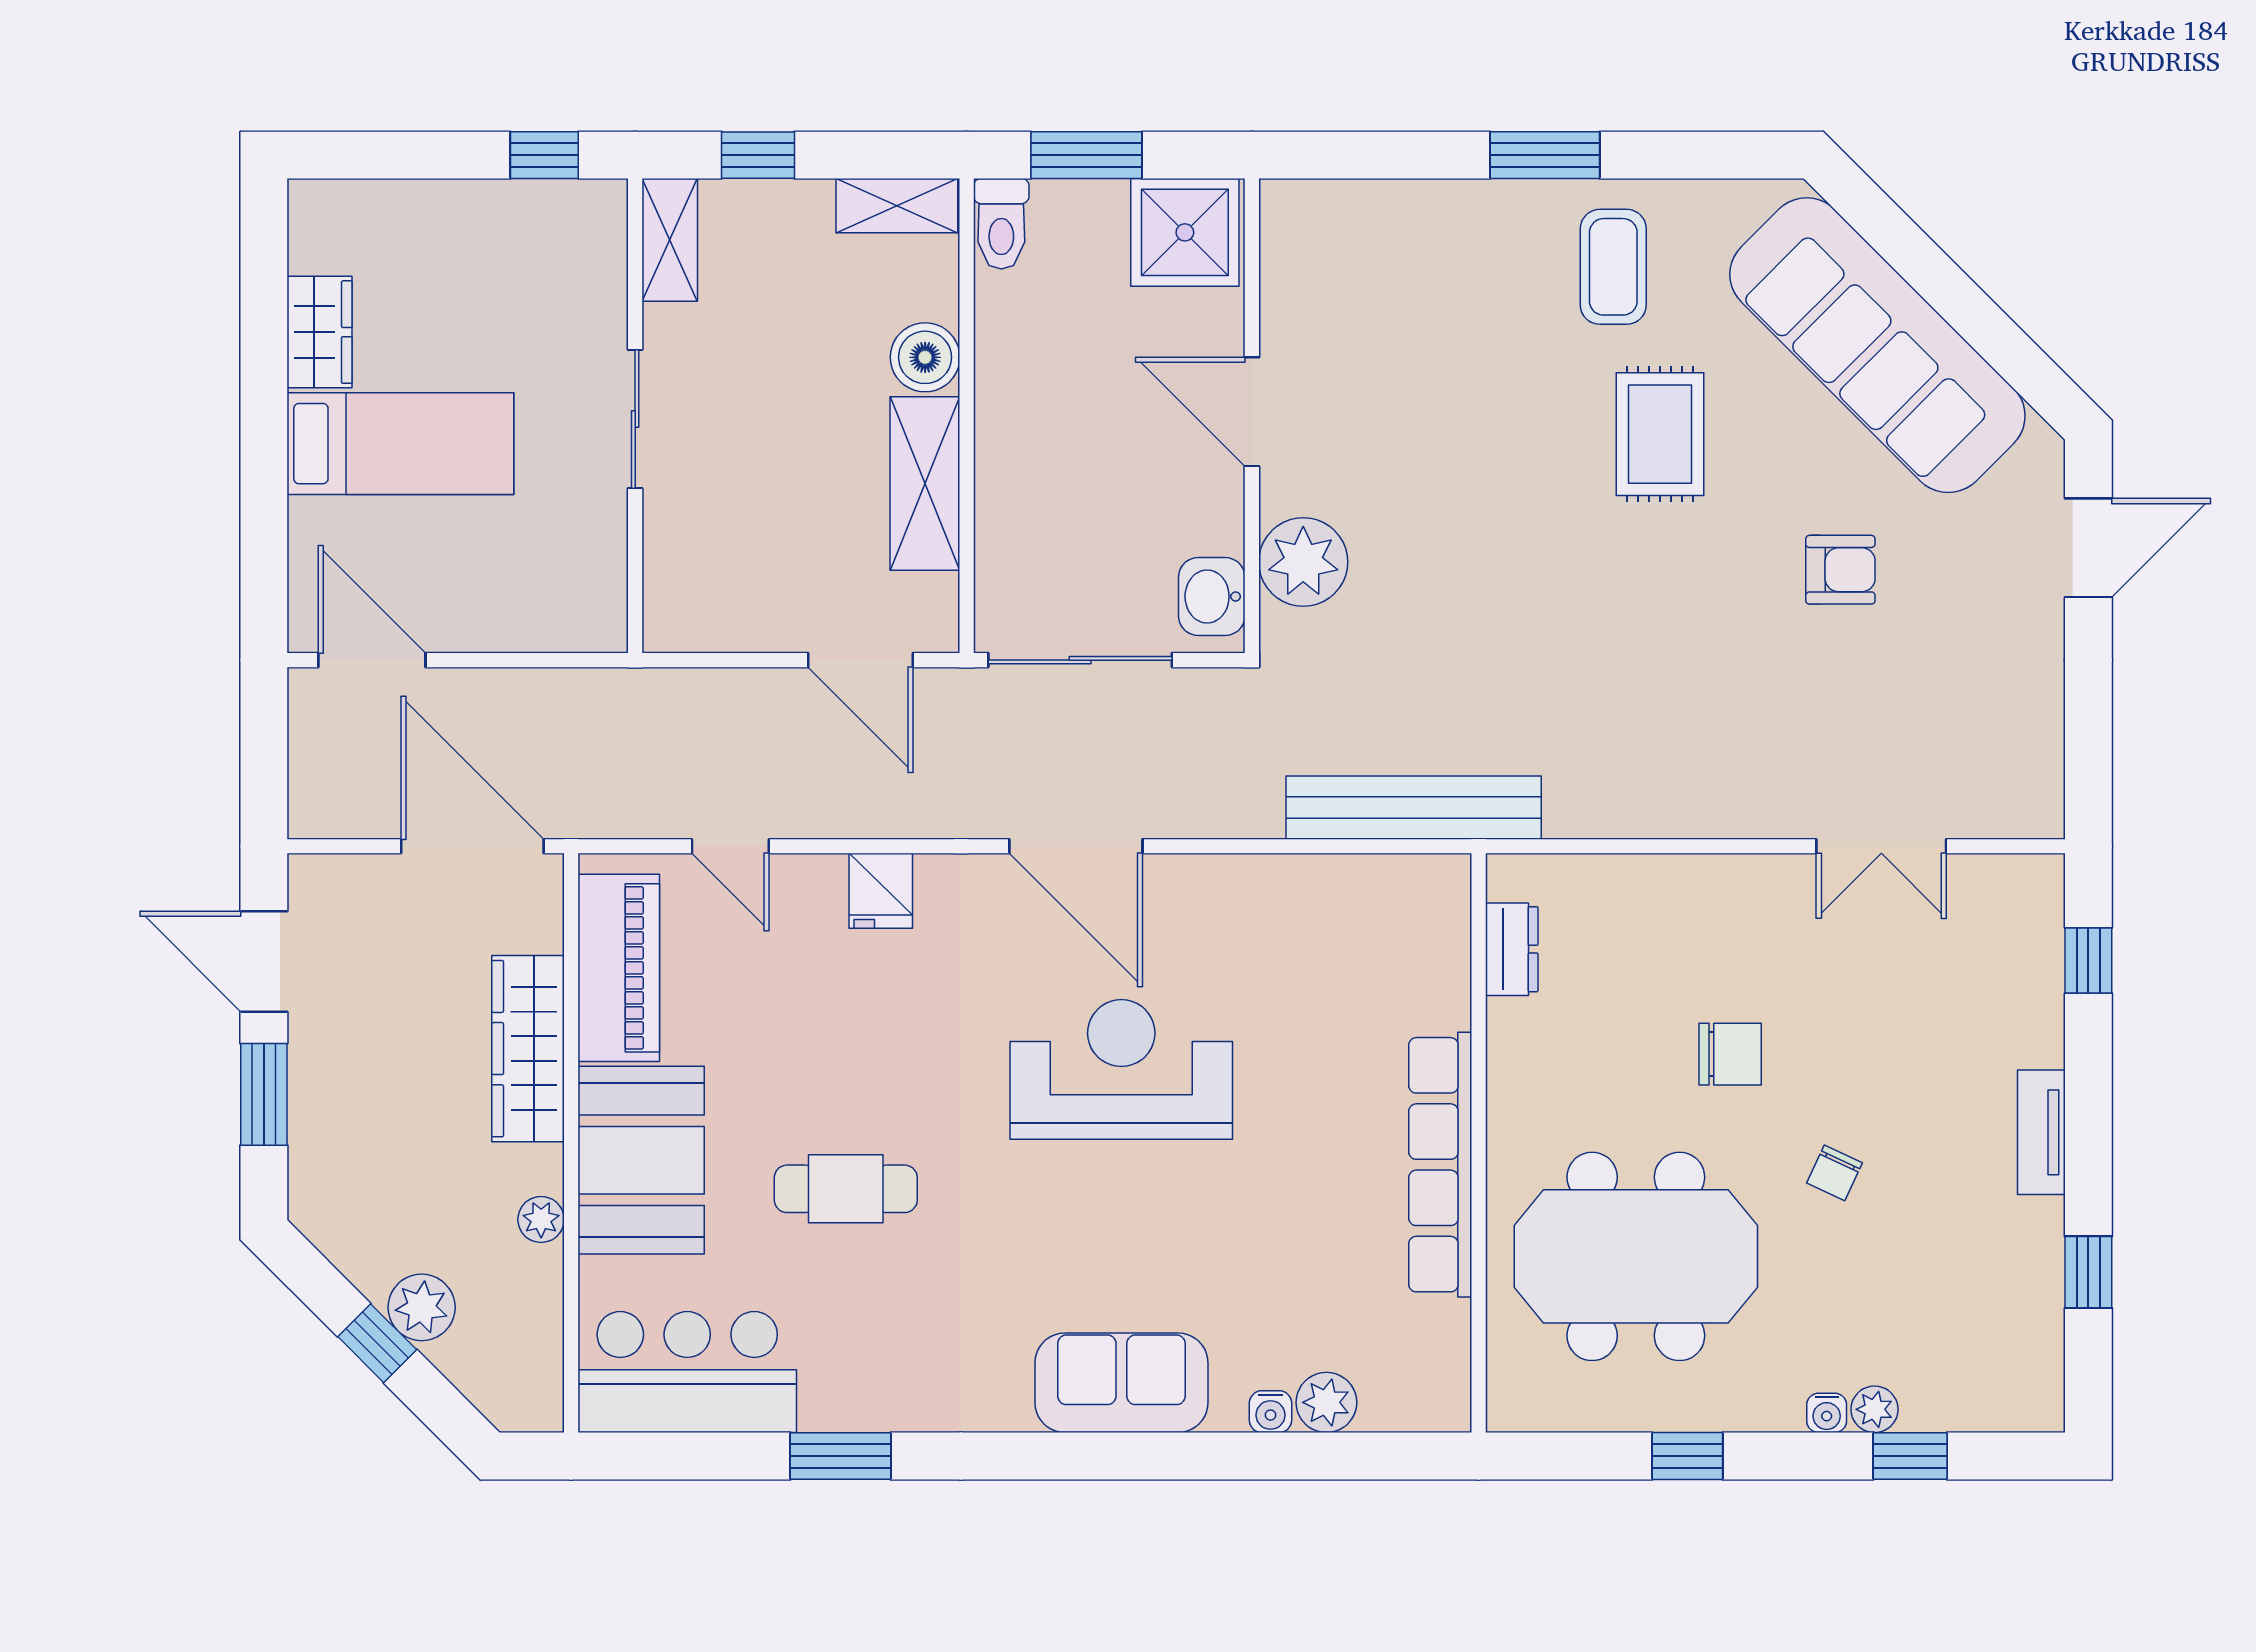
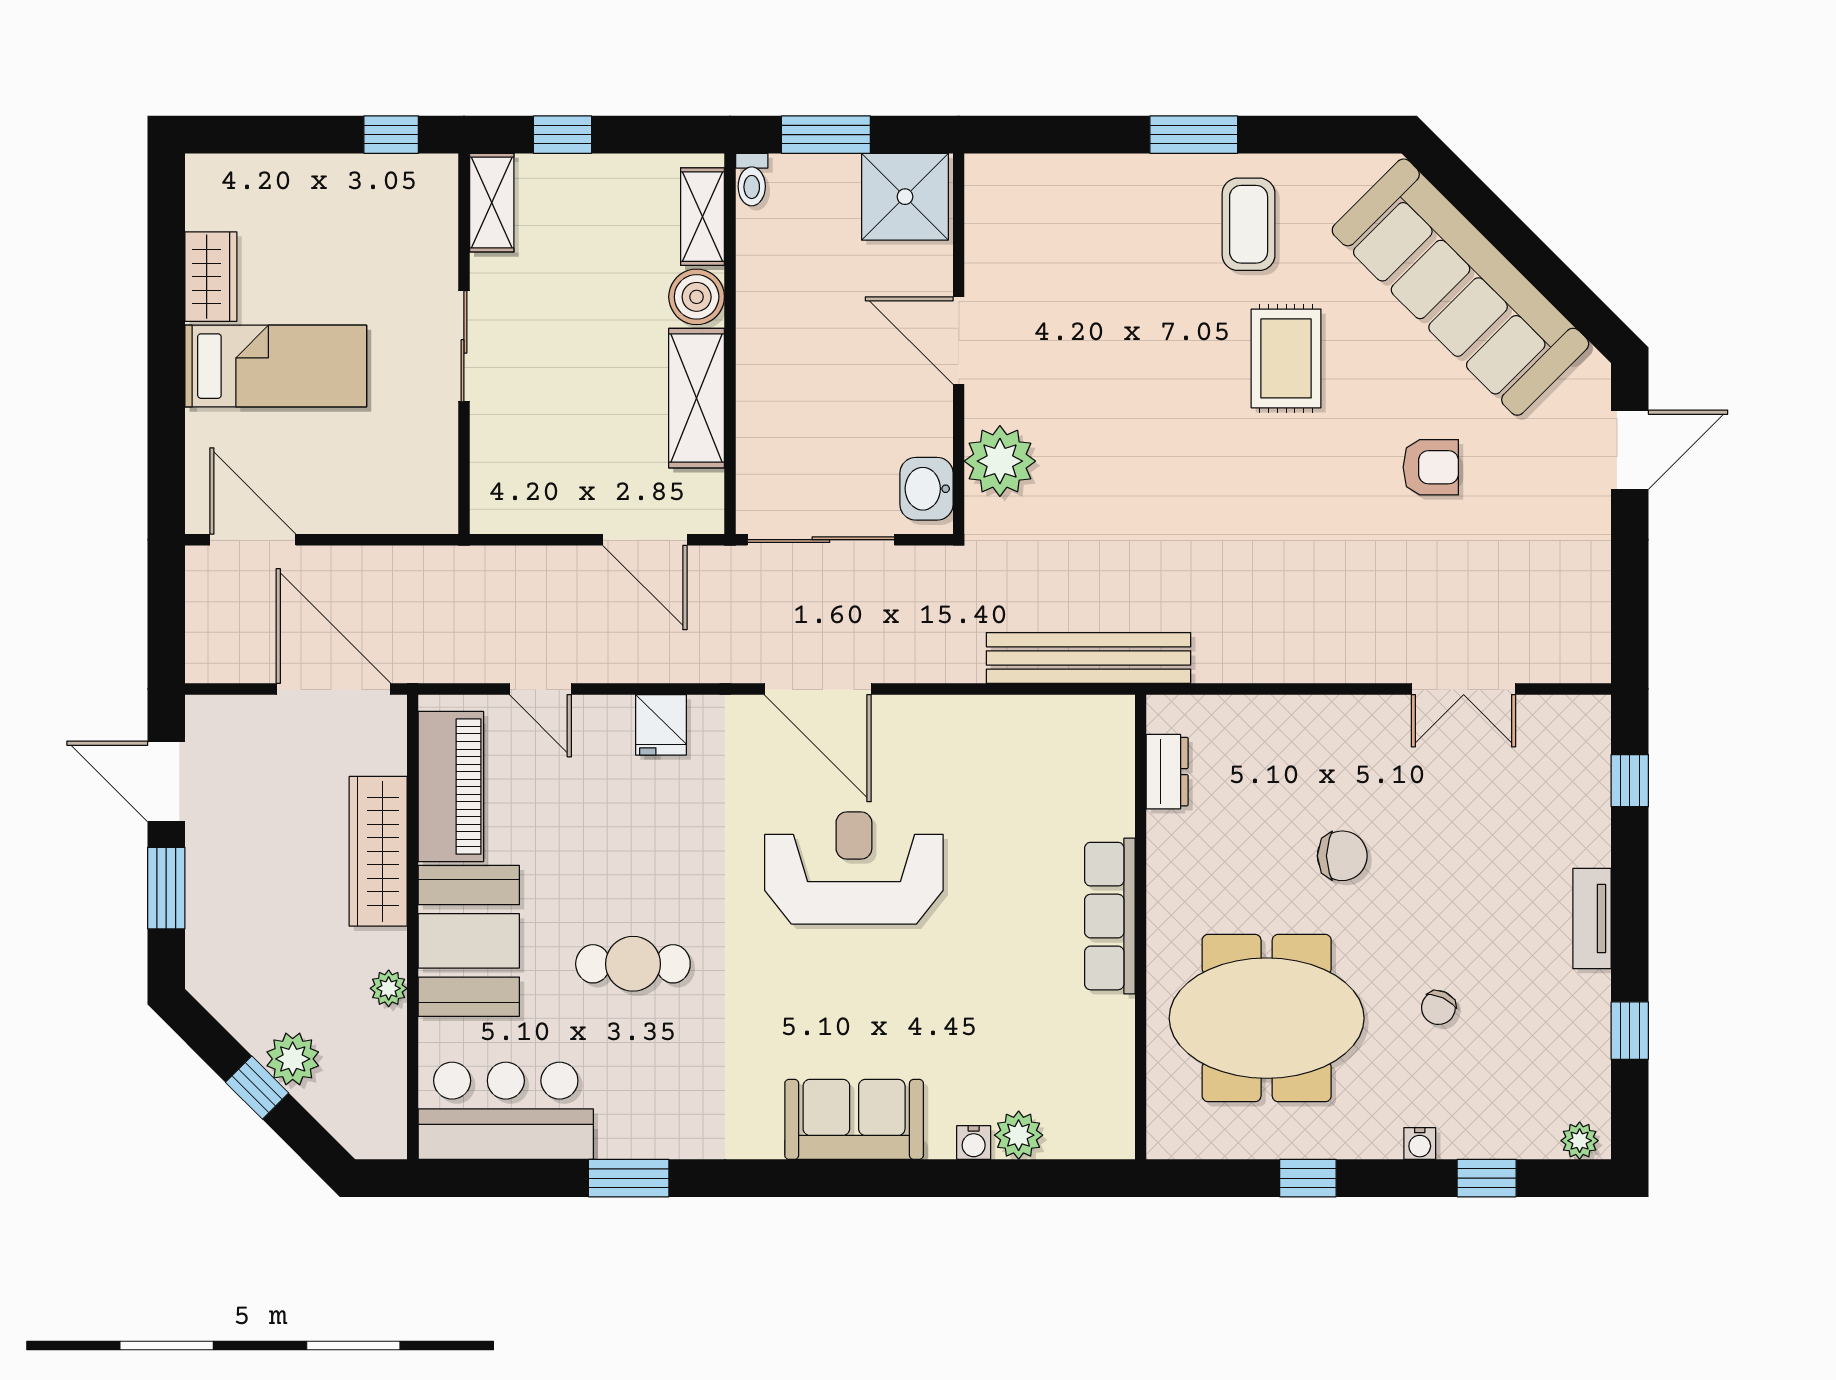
shelving: (897, 206) -> (702, 217), moved, turned 90
toilet: (1001, 224) -> (752, 180), width x0.73, depth x0.72
row of seats: (1440, 1165) -> (1110, 916), width x0.73
chair: (1835, 1173) -> (1438, 1008), moved
plant: (1875, 1409) -> (1580, 1141), moved

